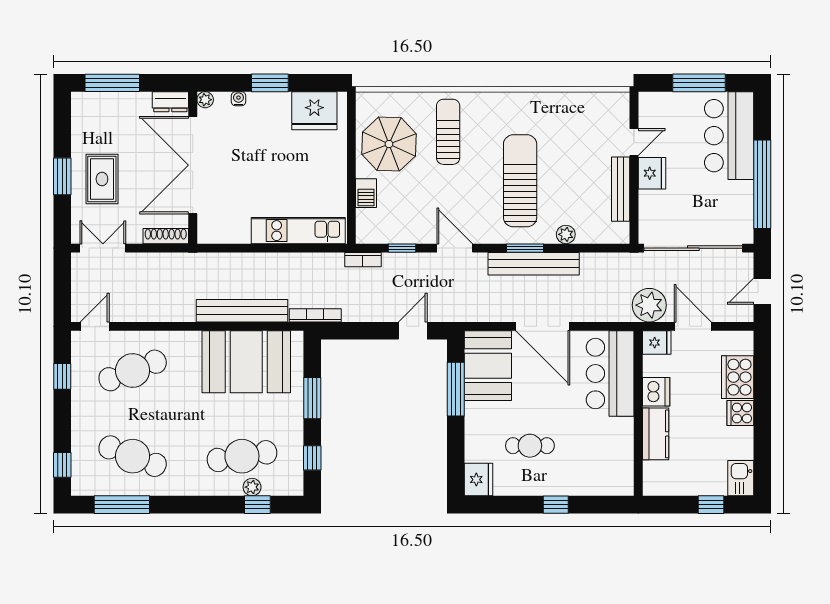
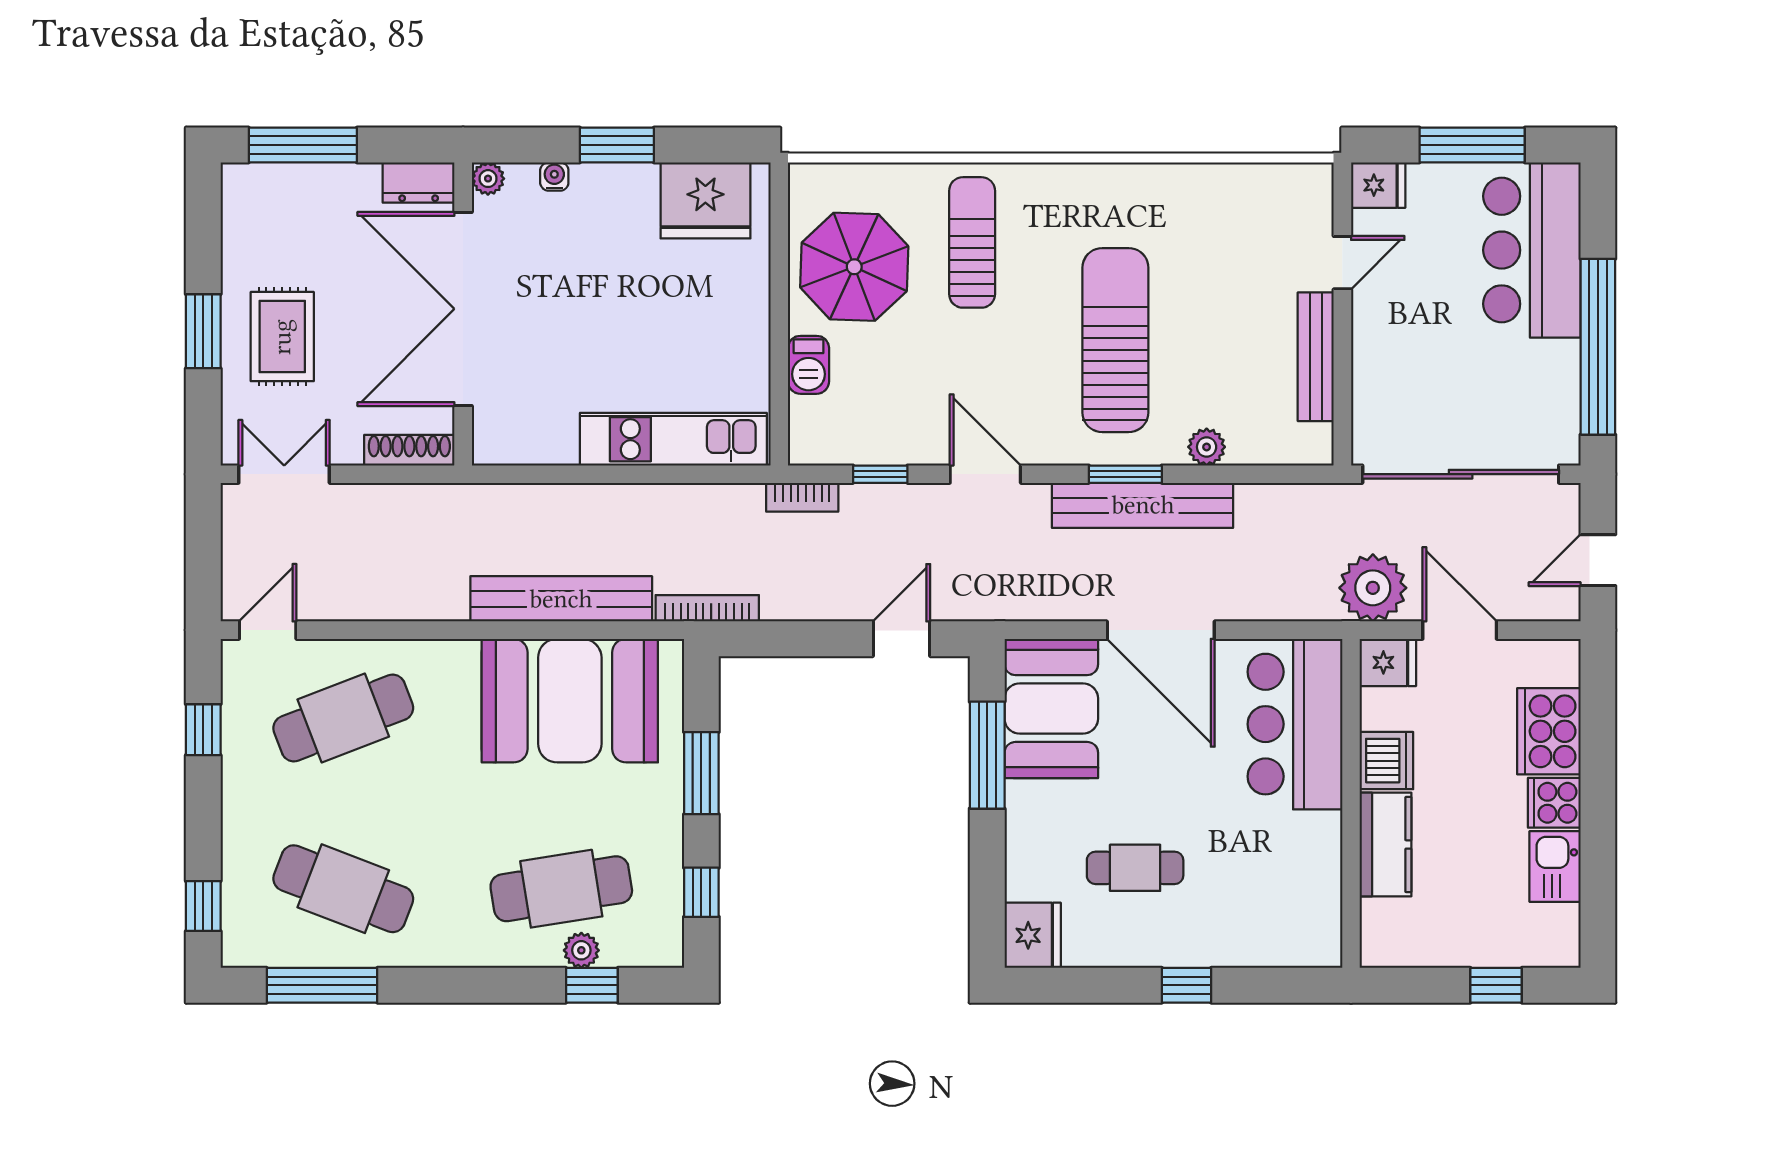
fridge: (652, 173) -> (1378, 185), moved, width x0.72
kitchen sink: (741, 478) -> (1555, 866), moved

